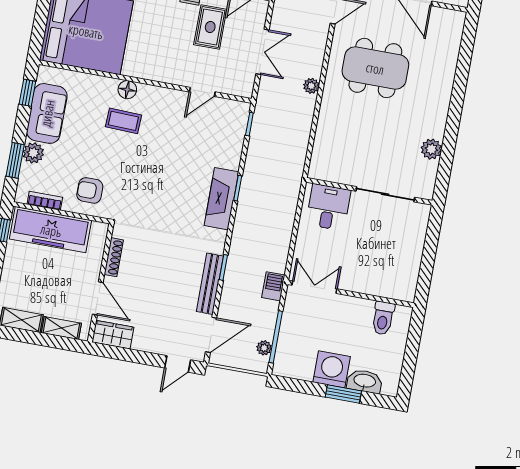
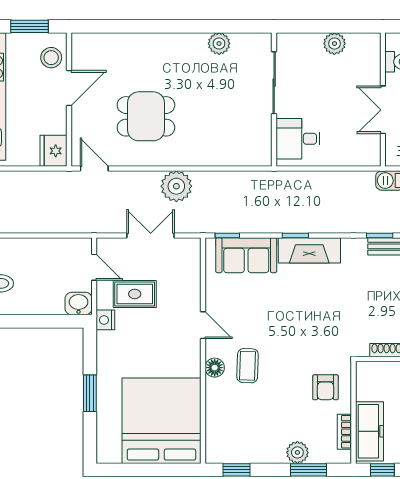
dining table: (375, 68) -> (146, 116), width x0.73
plant: (311, 86) -> (176, 186), width x1.88, depth x1.88
door: (202, 92) -> (203, 325), moved
sofa: (47, 113) -> (246, 255), moved, turned 180
freezer: (51, 230) -> (369, 431), width x0.73, depth x0.79
plant: (412, 258) -> (334, 44), added
double door: (314, 287) -> (383, 110), moved

